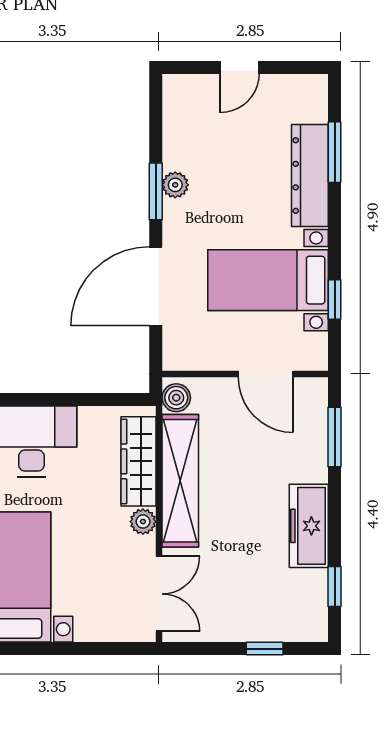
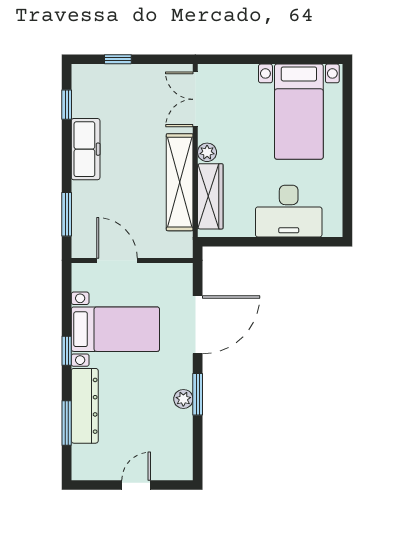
window: (335, 299) -> (67, 351), moved
boiler: (176, 398) -> (183, 243), removed

